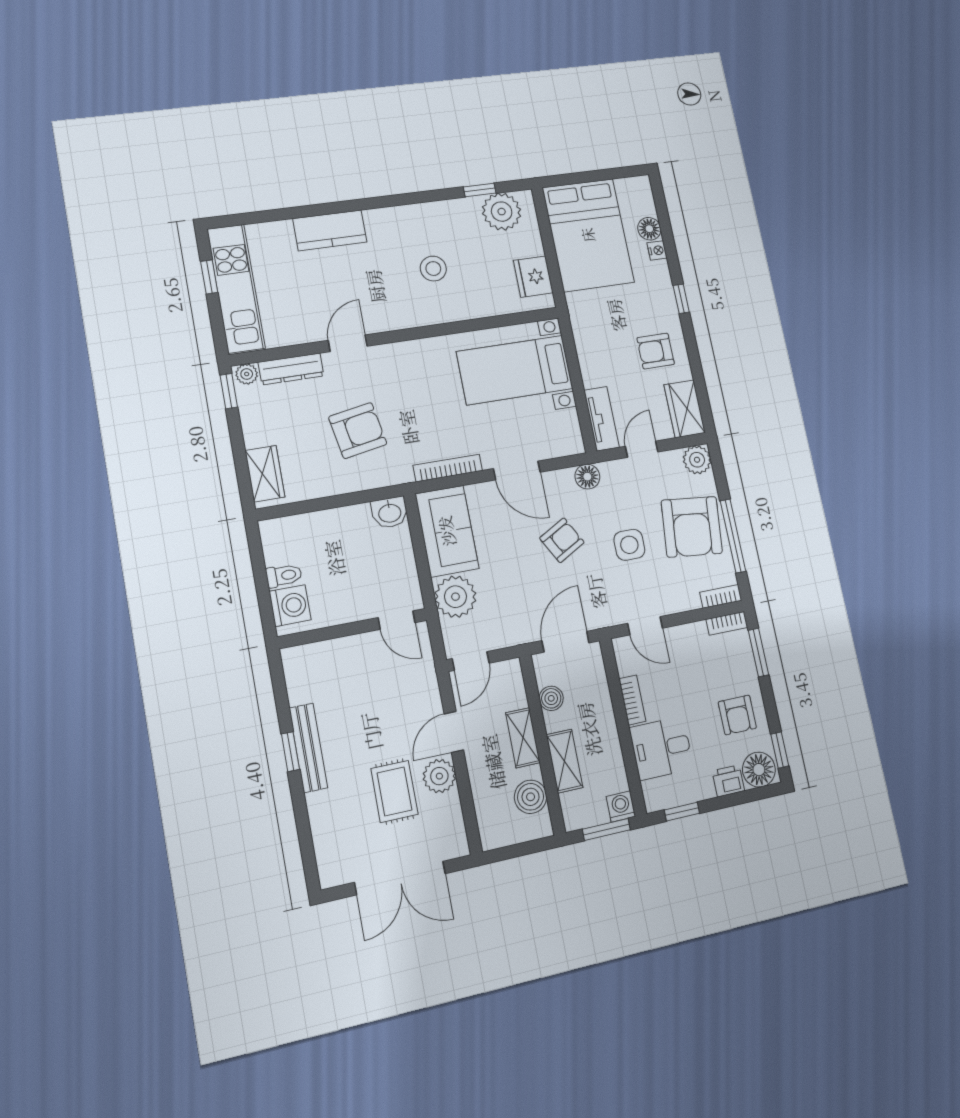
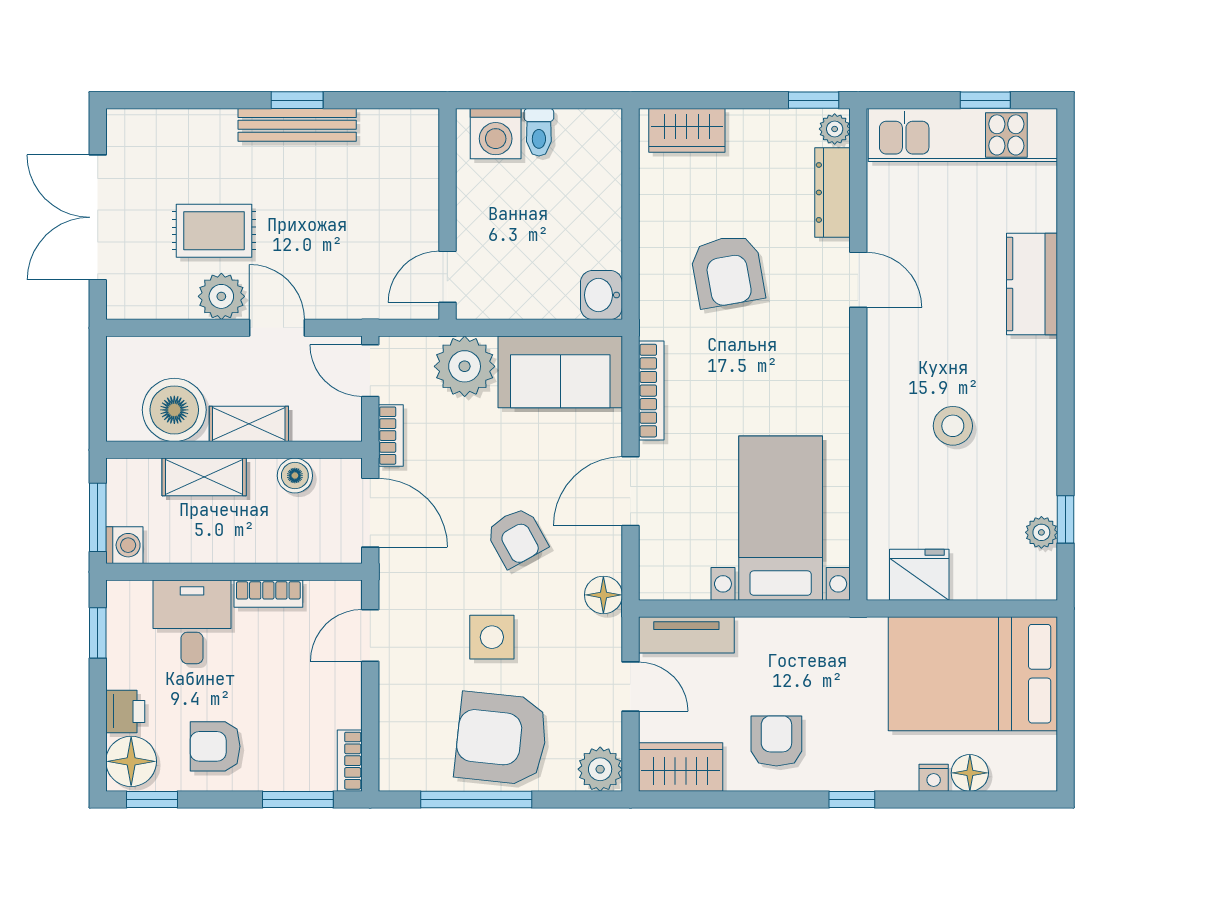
plant: (502, 212) -> (1041, 532), width x0.53, depth x0.53
bookcase: (721, 596) -> (391, 436), moved
boiler: (531, 797) -> (174, 410), width x1.37, depth x1.37

